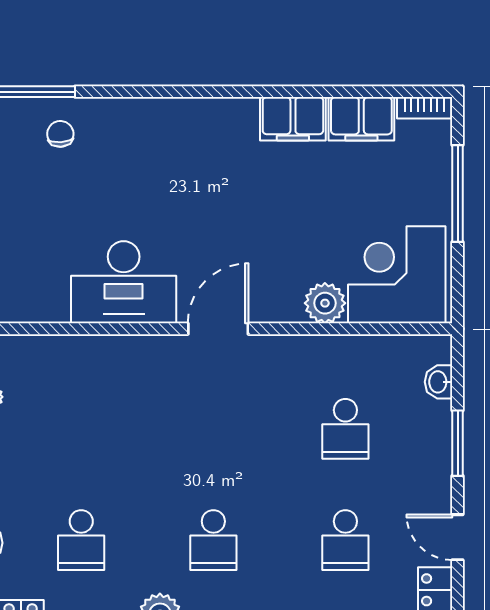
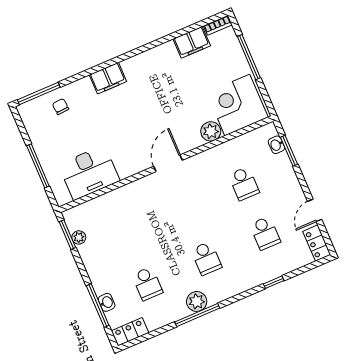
filing cabinet: (293, 119) -> (108, 78), moved
desk: (124, 282) -> (89, 173), moved
window: (458, 443) -> (289, 151), moved
door: (458, 537) -> (315, 210), hinge flipped

